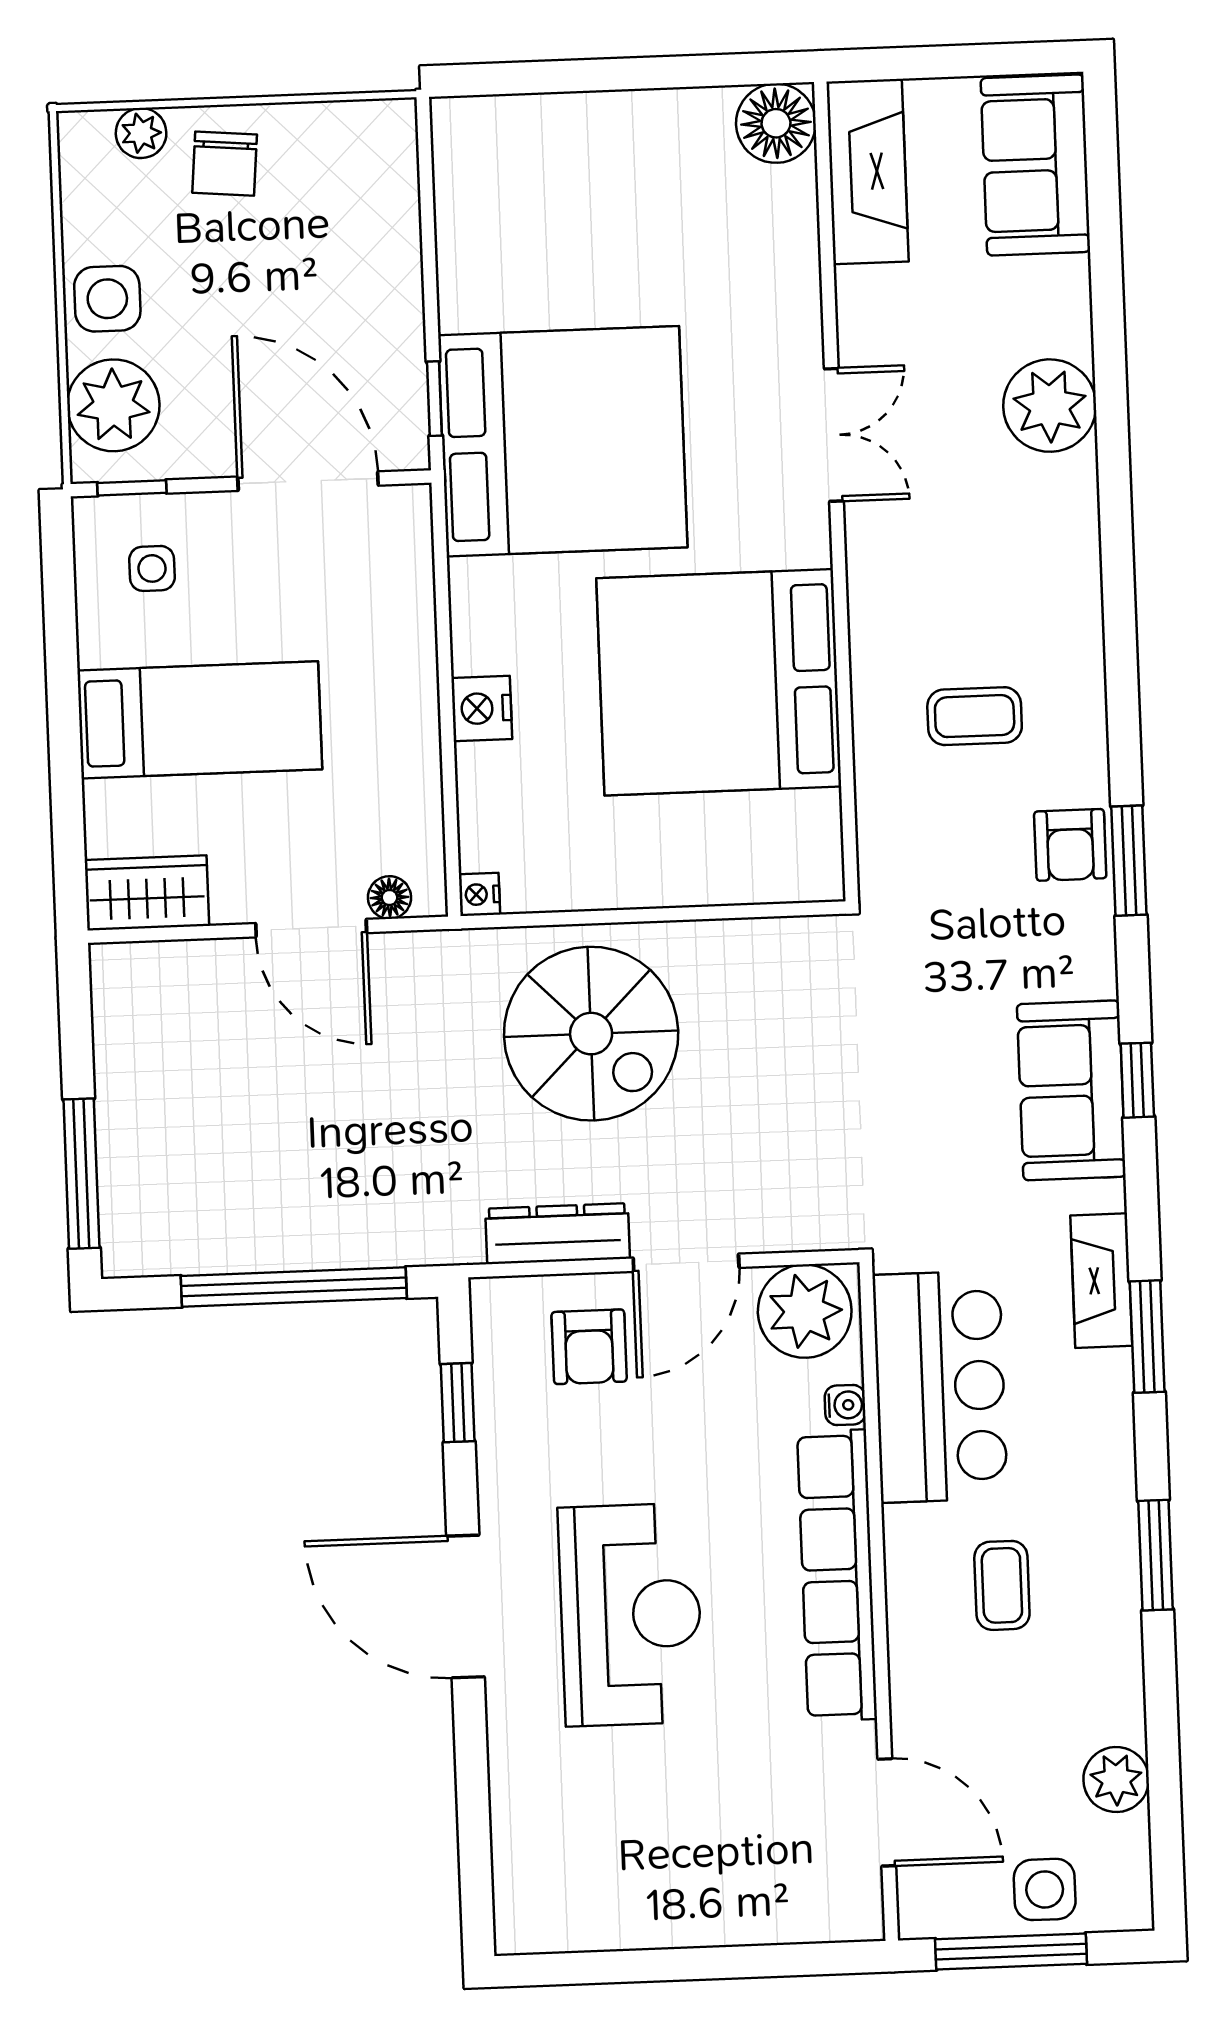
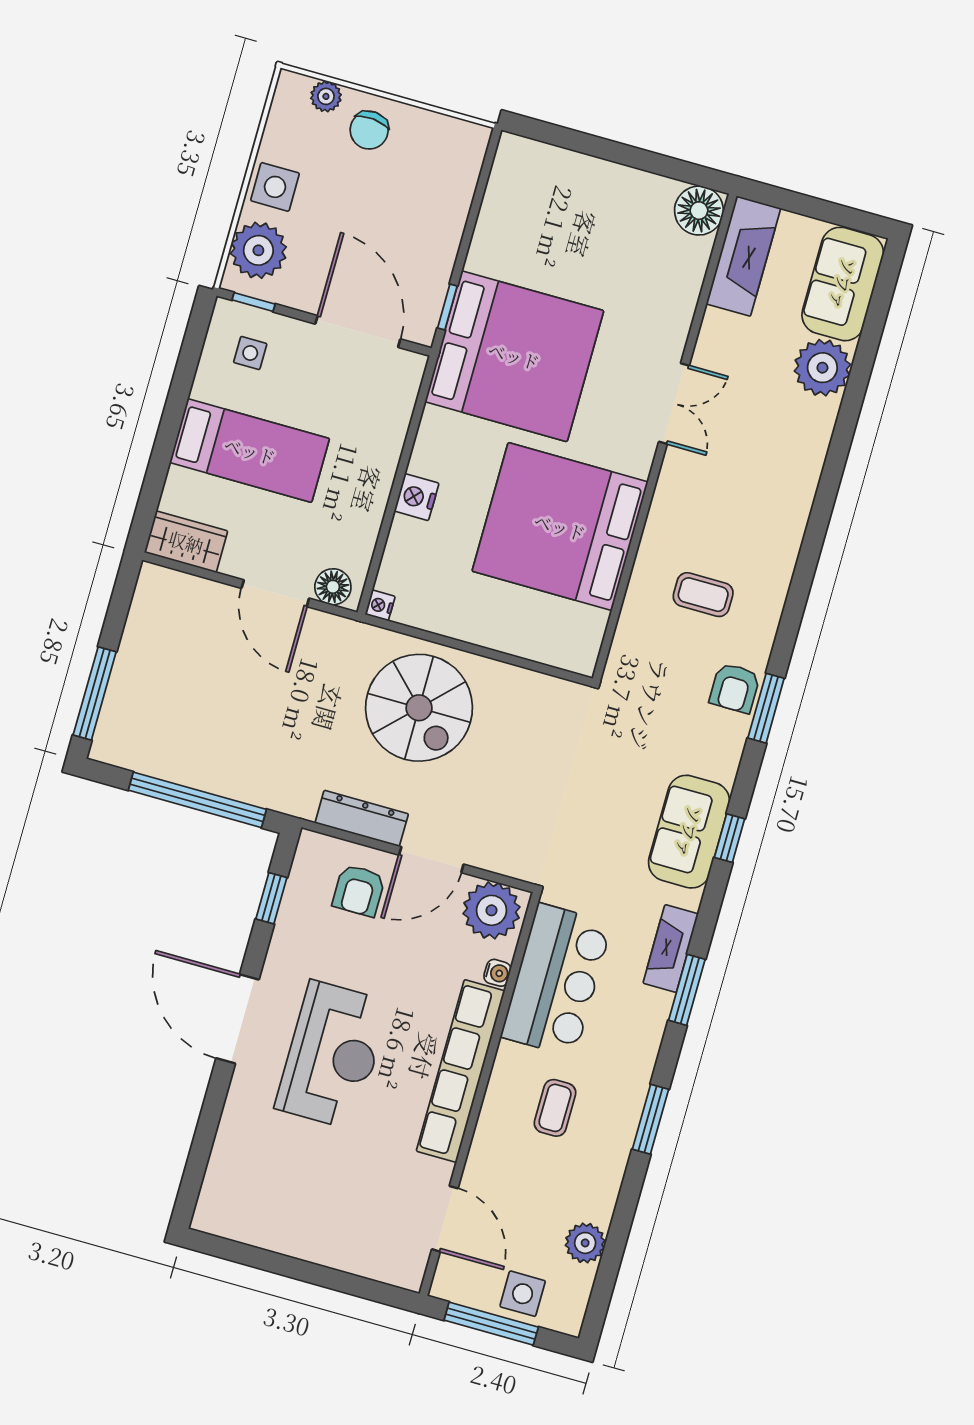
plant: (1050, 406) -> (822, 368), moved
floor lamp: (389, 897) -> (333, 587), width x1.37, depth x1.37

